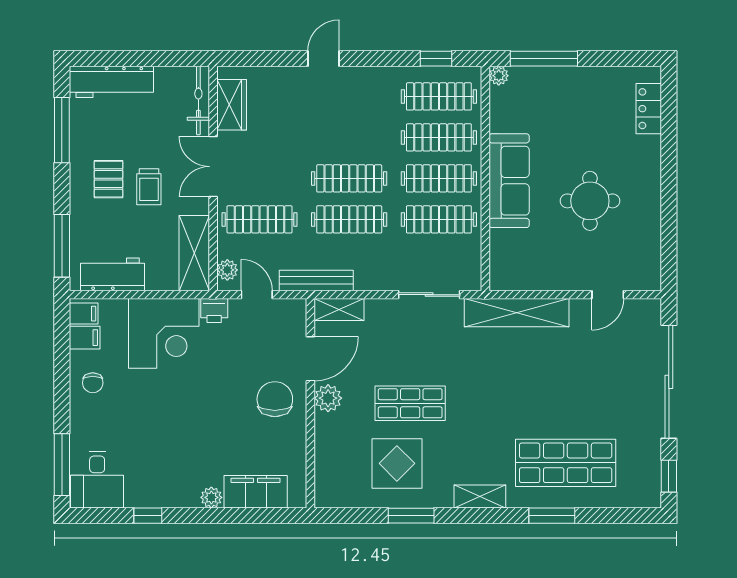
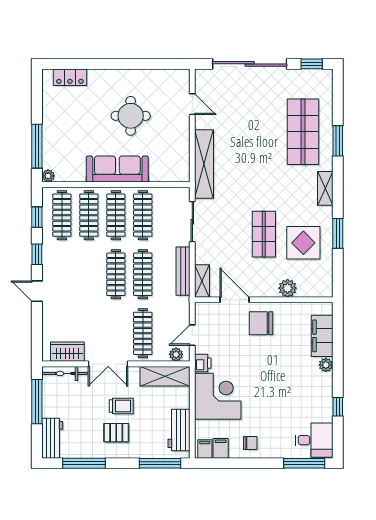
window: (156, 59) -> (37, 402), added
window: (380, 59) -> (37, 254), added
workbench: (111, 82) -> (52, 438), width x0.73
bench: (316, 281) -> (183, 271), moved
plant: (328, 398) -> (288, 288), moved

